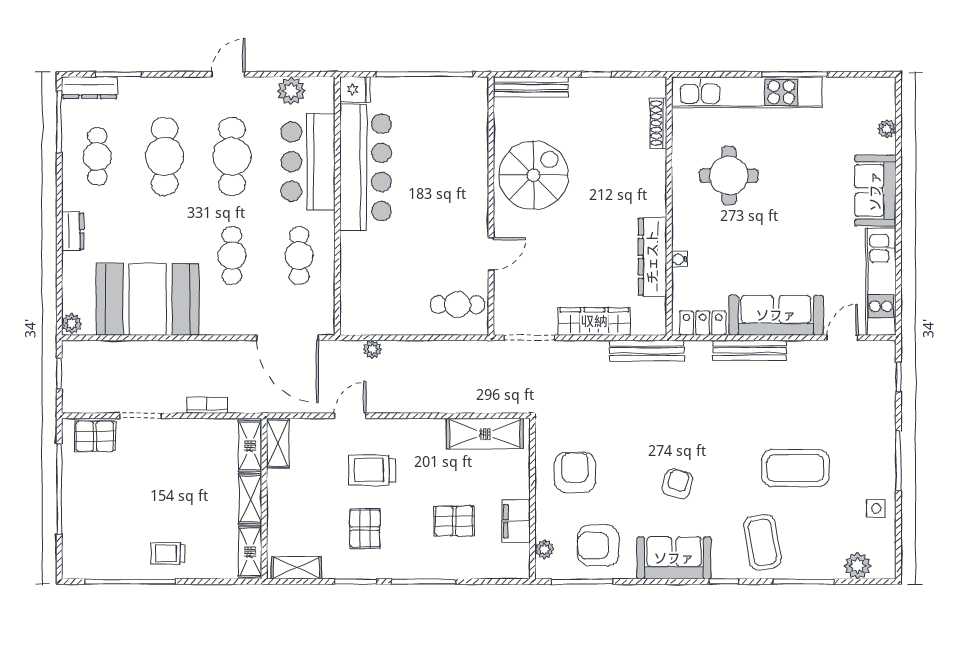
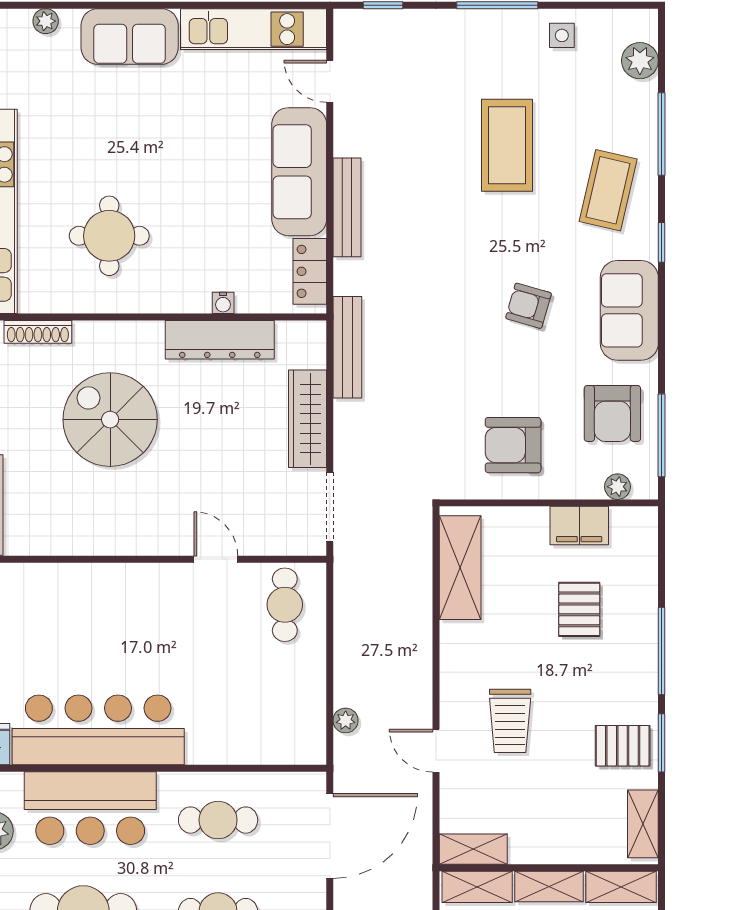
spiral stairs: (534, 175) -> (110, 420), moved
pallet: (365, 528) -> (623, 746), moved
coffee table: (762, 542) -> (608, 190), turned -67

